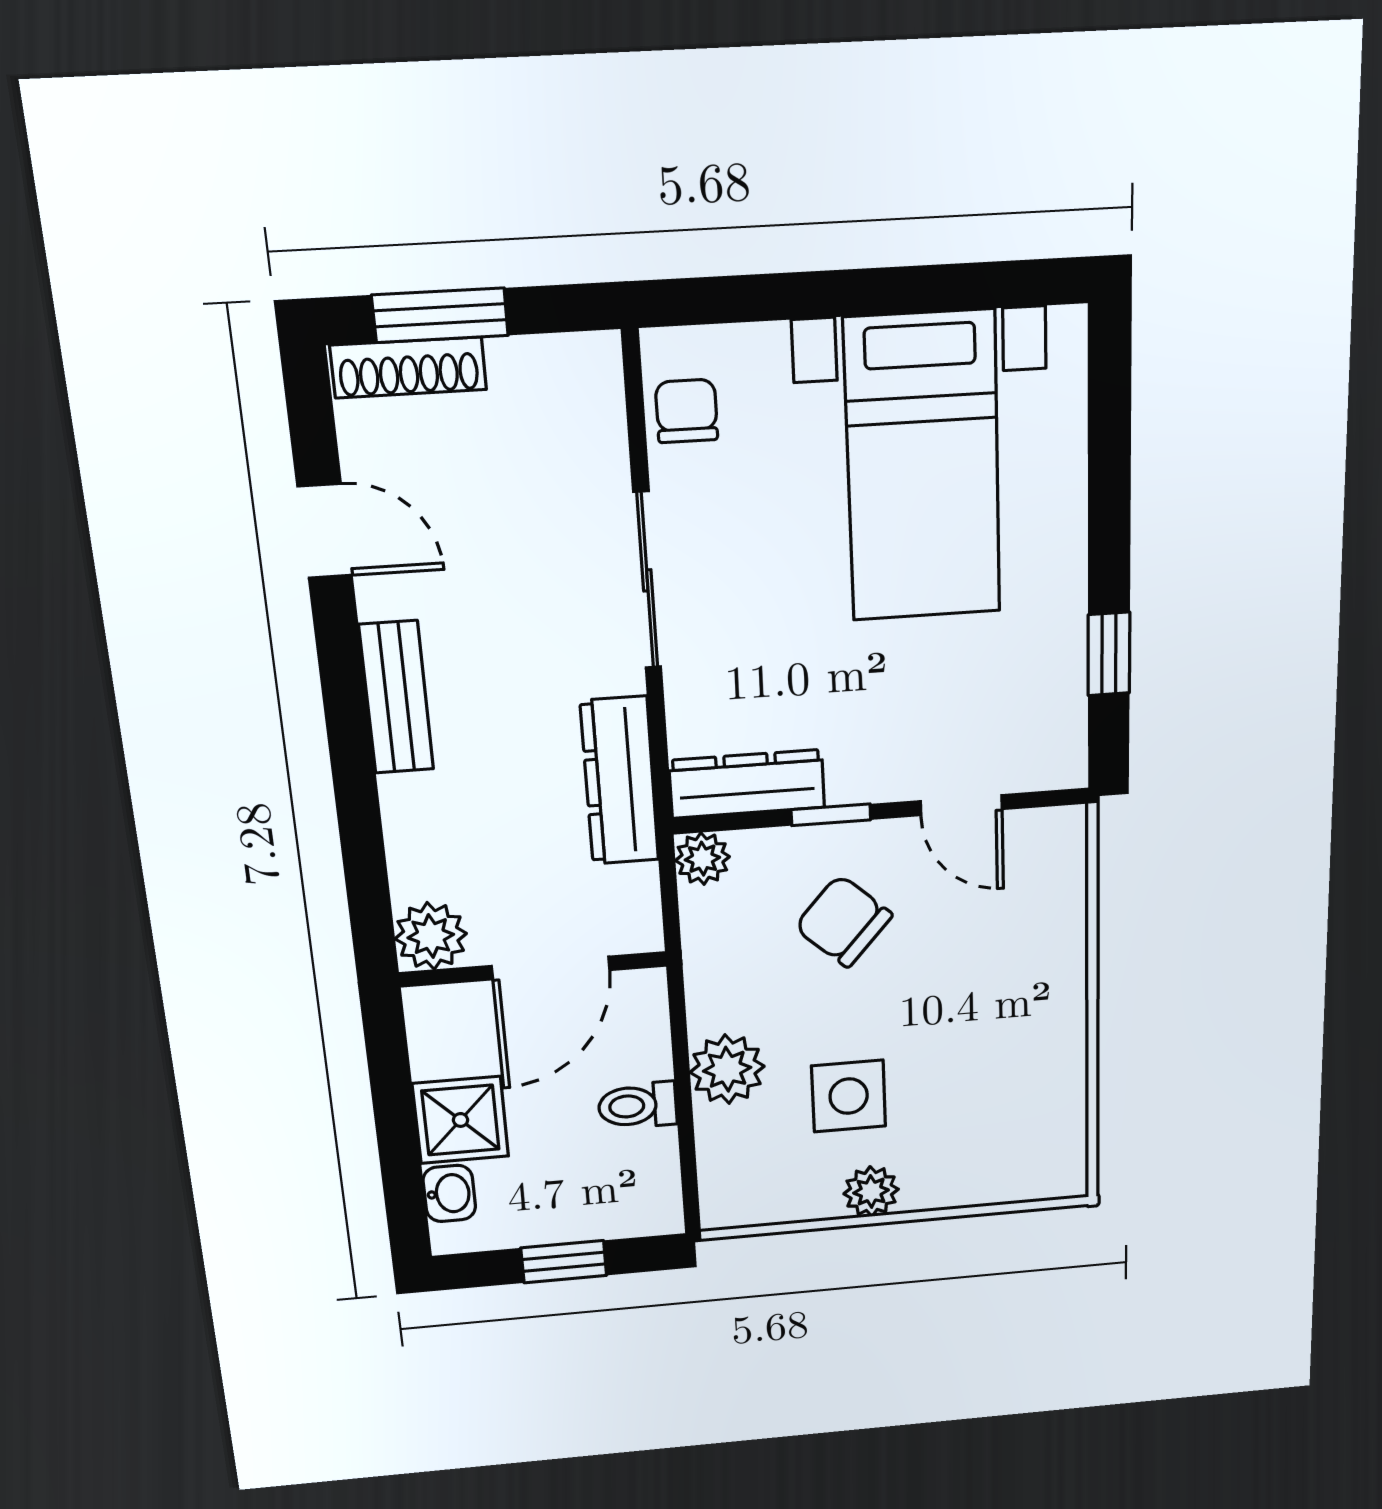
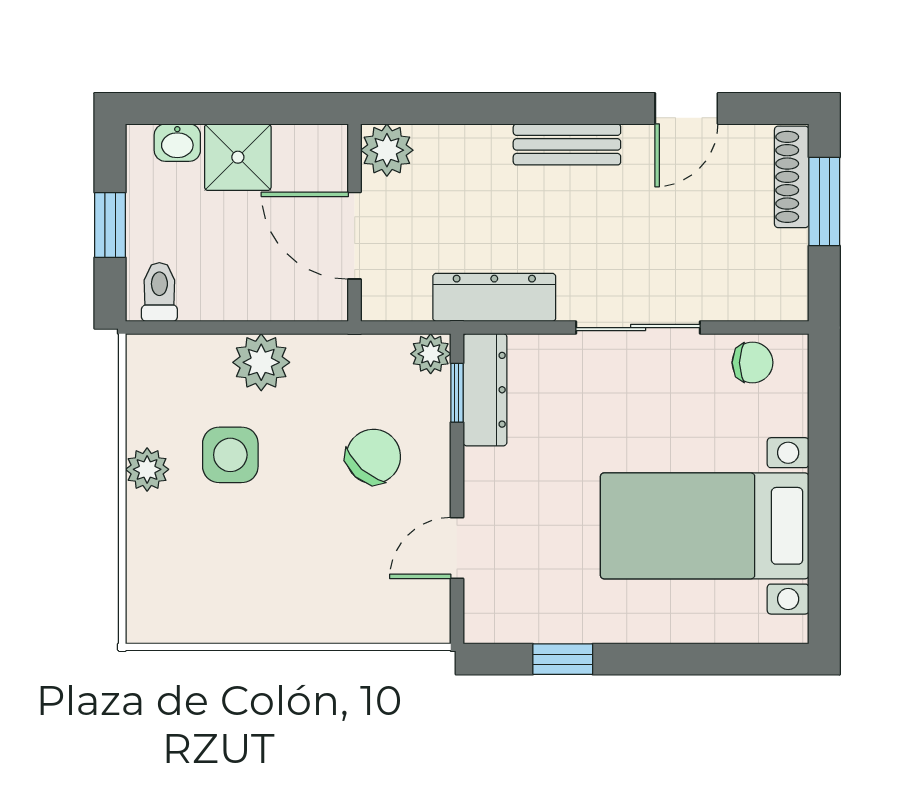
window: (831, 815) -> (457, 393), moved
toilet: (638, 1106) -> (159, 292), moved

